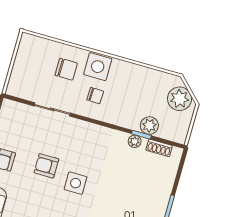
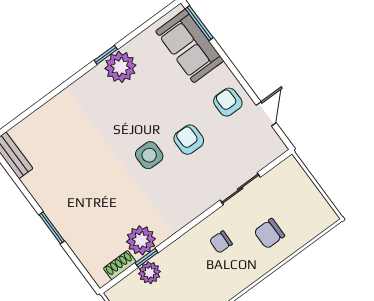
side table: (98, 67) -> (248, 267), removed
plant: (135, 141) -> (141, 240), width x1.88, depth x1.88
armchair: (46, 166) -> (189, 140), turned -90

